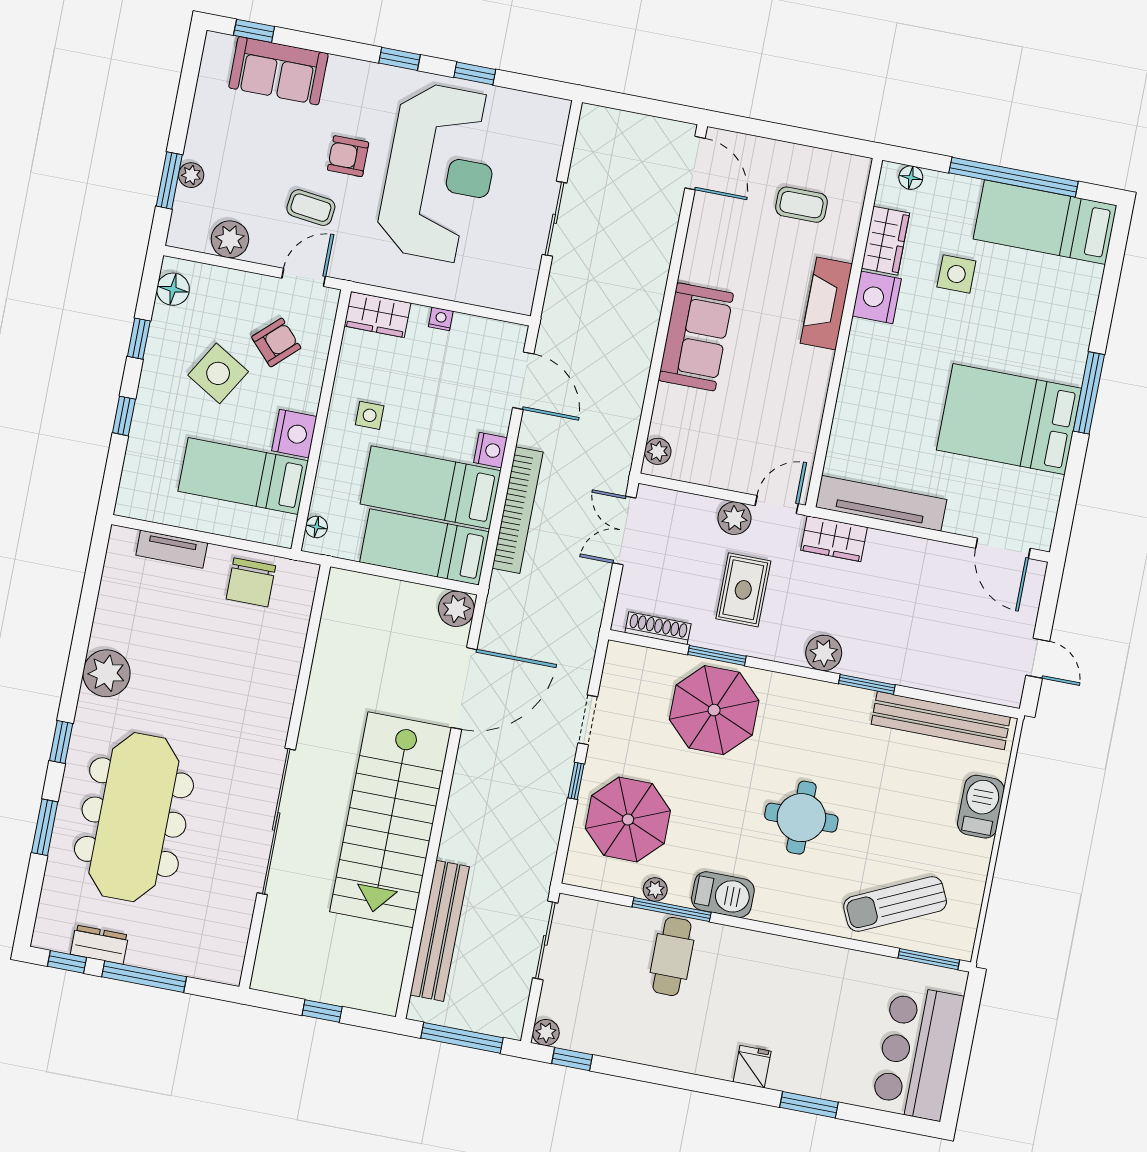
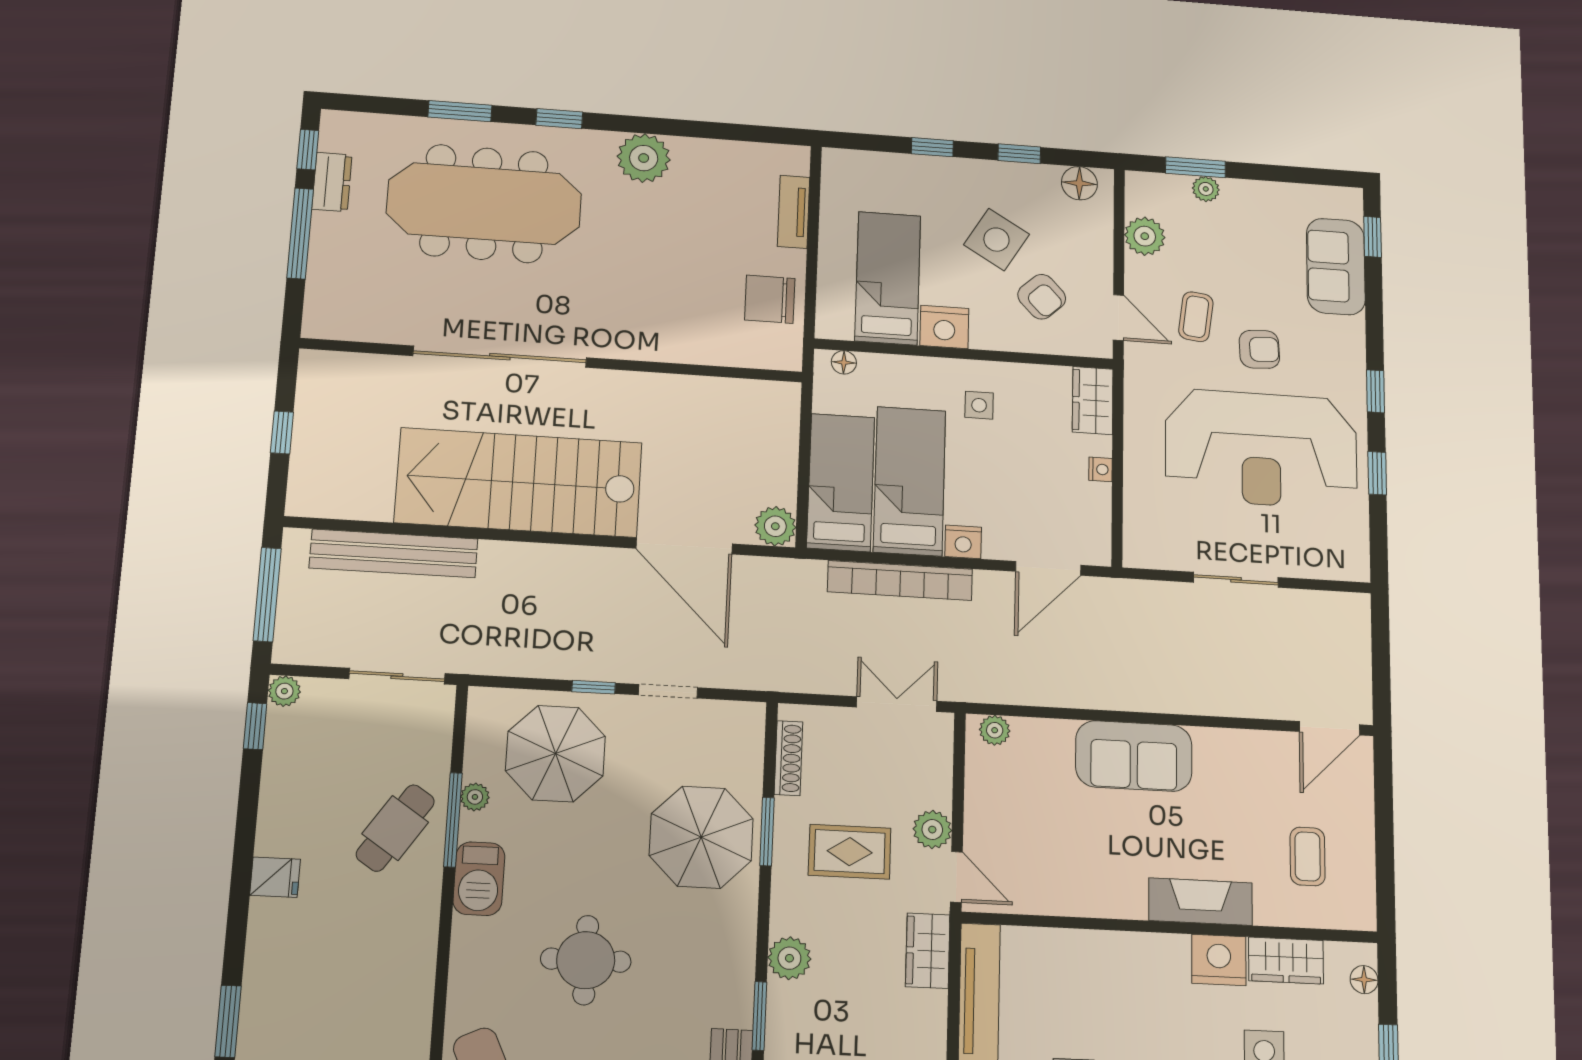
armchair: (348, 156) -> (1259, 349), turned 87
cafe table: (672, 956) -> (395, 828), turned -56
fridge: (752, 1067) -> (275, 877), moved

